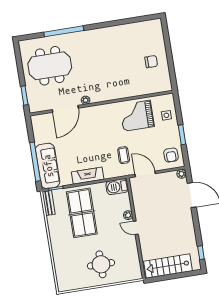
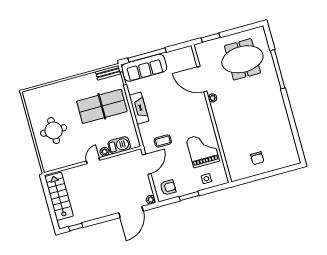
meeting table: (50, 66) -> (242, 59), turned 90
armchair: (171, 155) -> (168, 187), turned 180
barbecue: (117, 187) -> (119, 145), moved, turned 90

